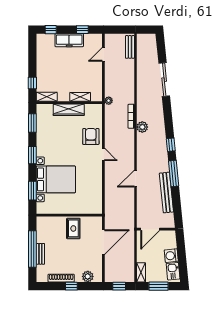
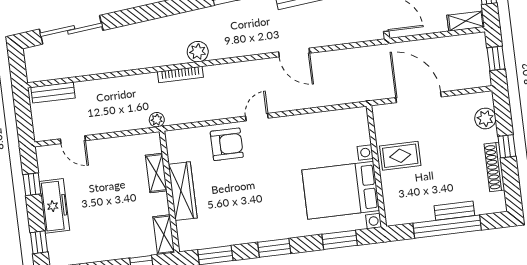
sliding door: (164, 80) -> (71, 30), moved
armchair: (91, 136) -> (227, 144), turned 180
bed with nightstands: (56, 179) -> (341, 190), moved, turned -90

